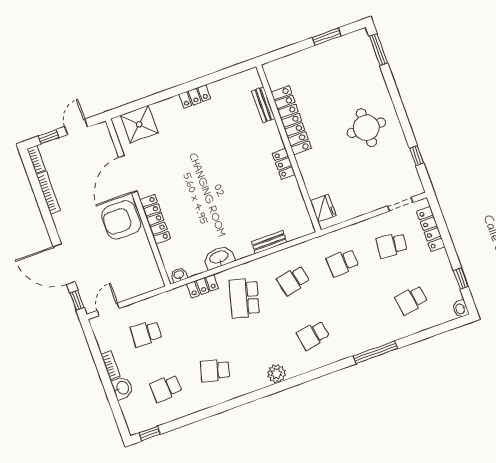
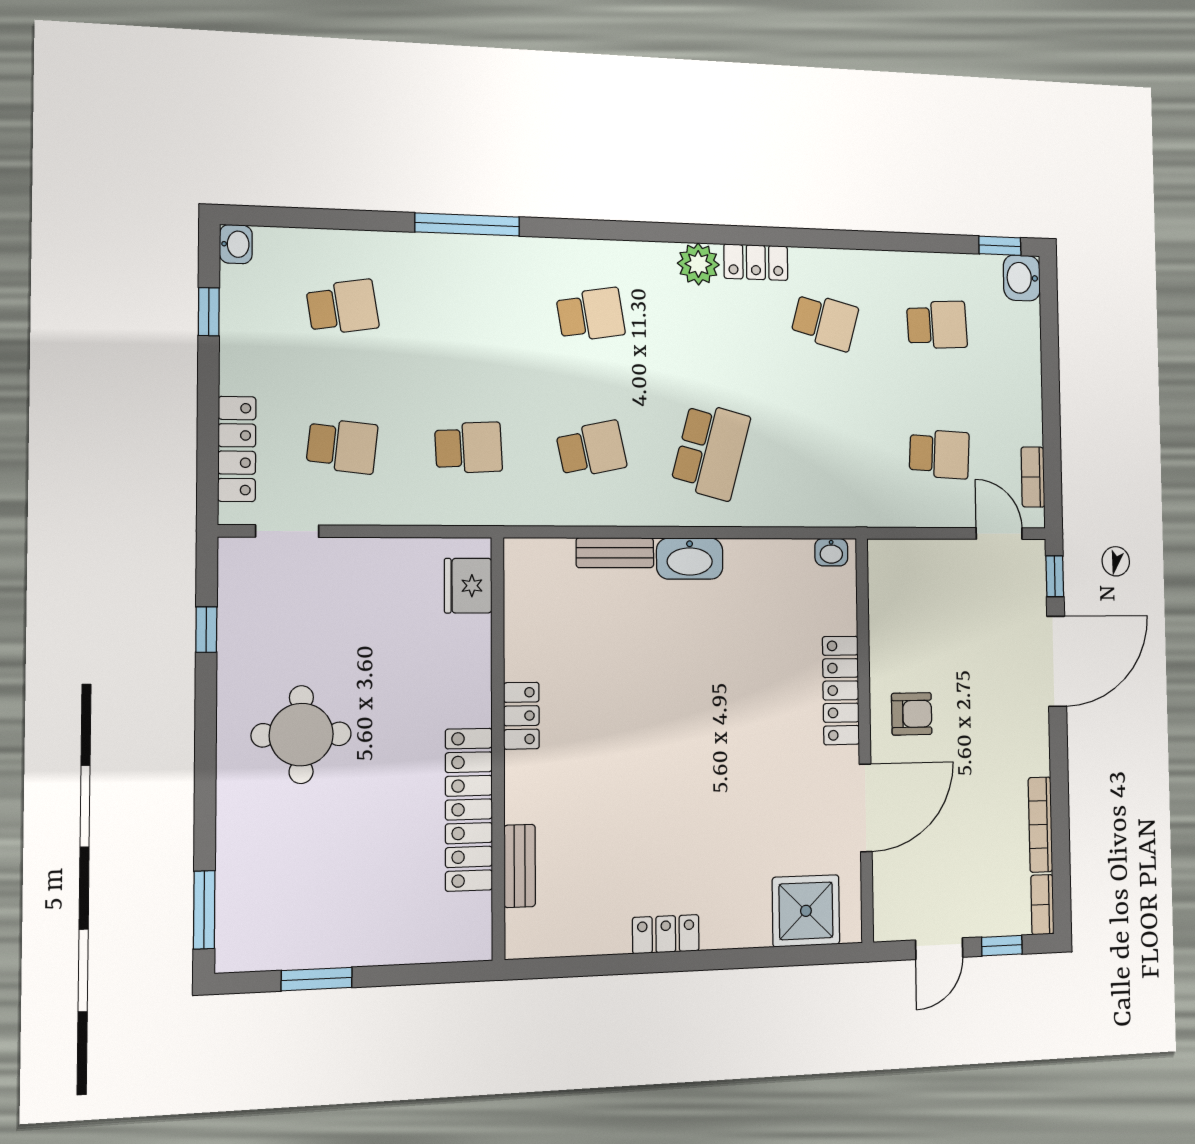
armchair: (121, 220) -> (912, 714), width x0.53, depth x0.53
washbasin: (219, 257) -> (690, 559), moved
door: (64, 264) -> (1057, 661), hinge flipped
locker: (202, 286) -> (756, 262), moved, turned 180
door: (108, 309) -> (999, 534), swing flipped
bookcase: (111, 365) -> (1033, 477), moved
washbasin: (122, 388) -> (1022, 278), moved

